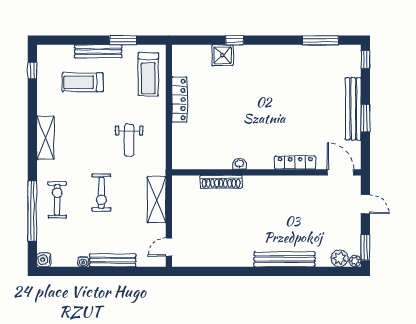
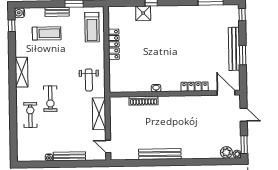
bench: (98, 51) -> (57, 12), width x0.73
treadmill: (83, 82) -> (47, 33), turned 180
weight bench: (129, 140) -> (89, 80), moved
exercise bike: (101, 193) -> (50, 99), moved
window: (32, 211) -> (13, 123), removed
door: (169, 247) -> (108, 146), hinge flipped
bench: (284, 259) -> (160, 154), moved
water cooler: (44, 260) -> (20, 13), moved

